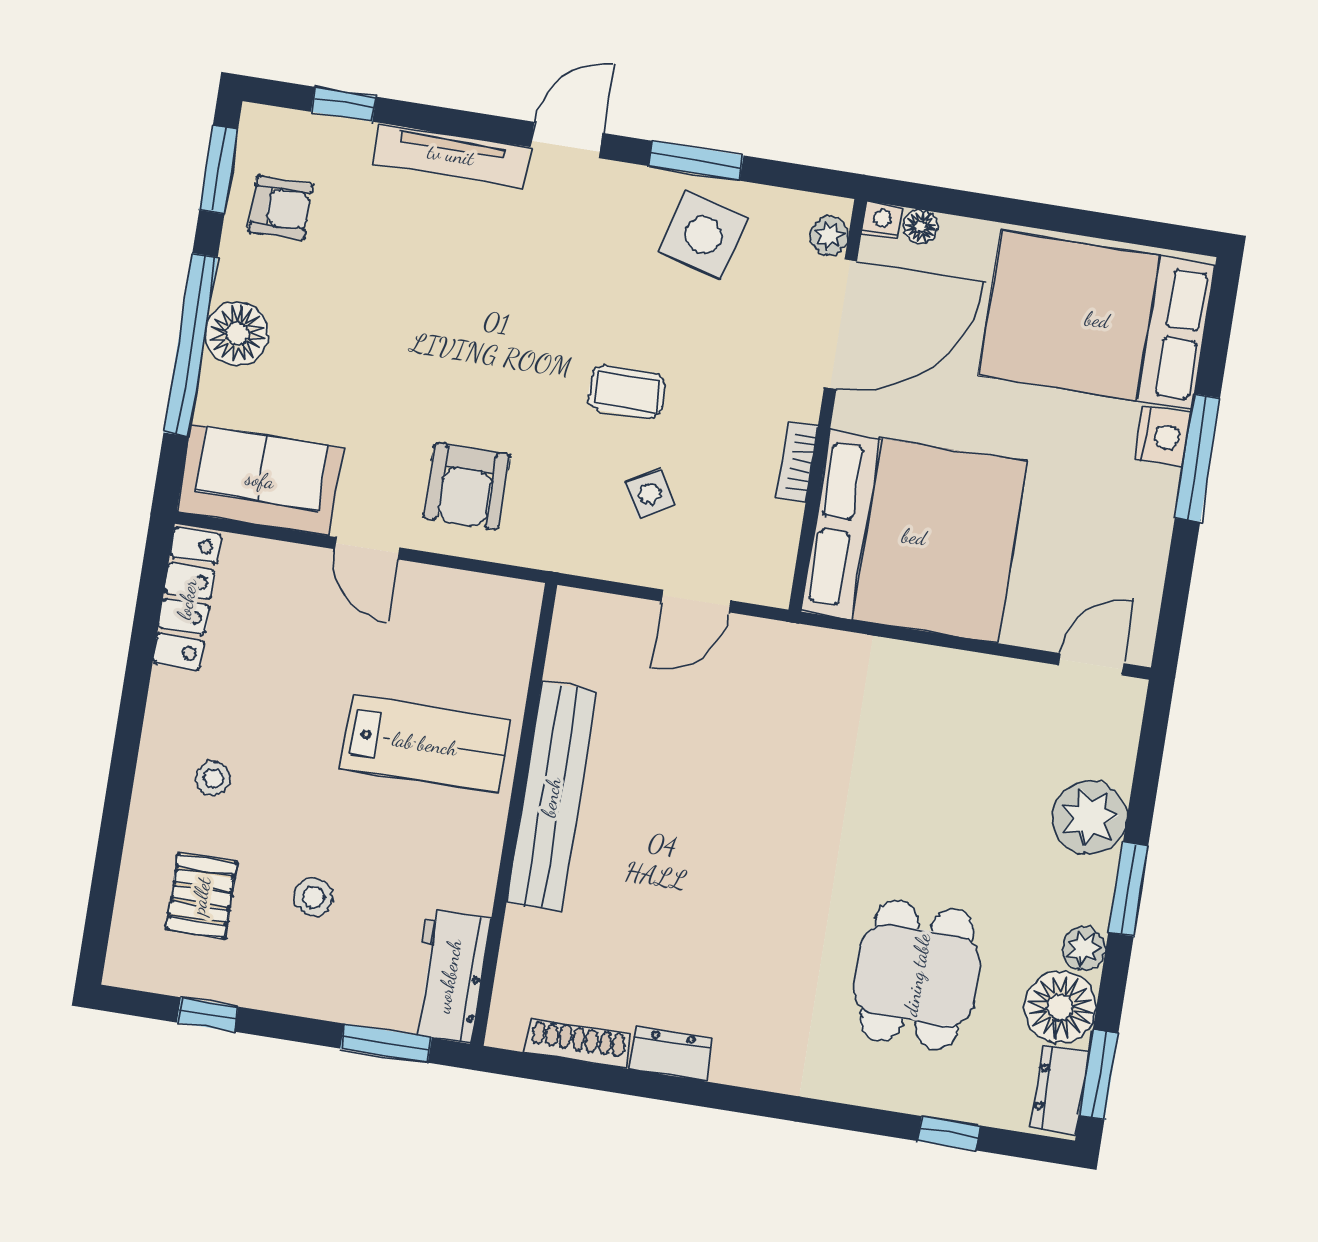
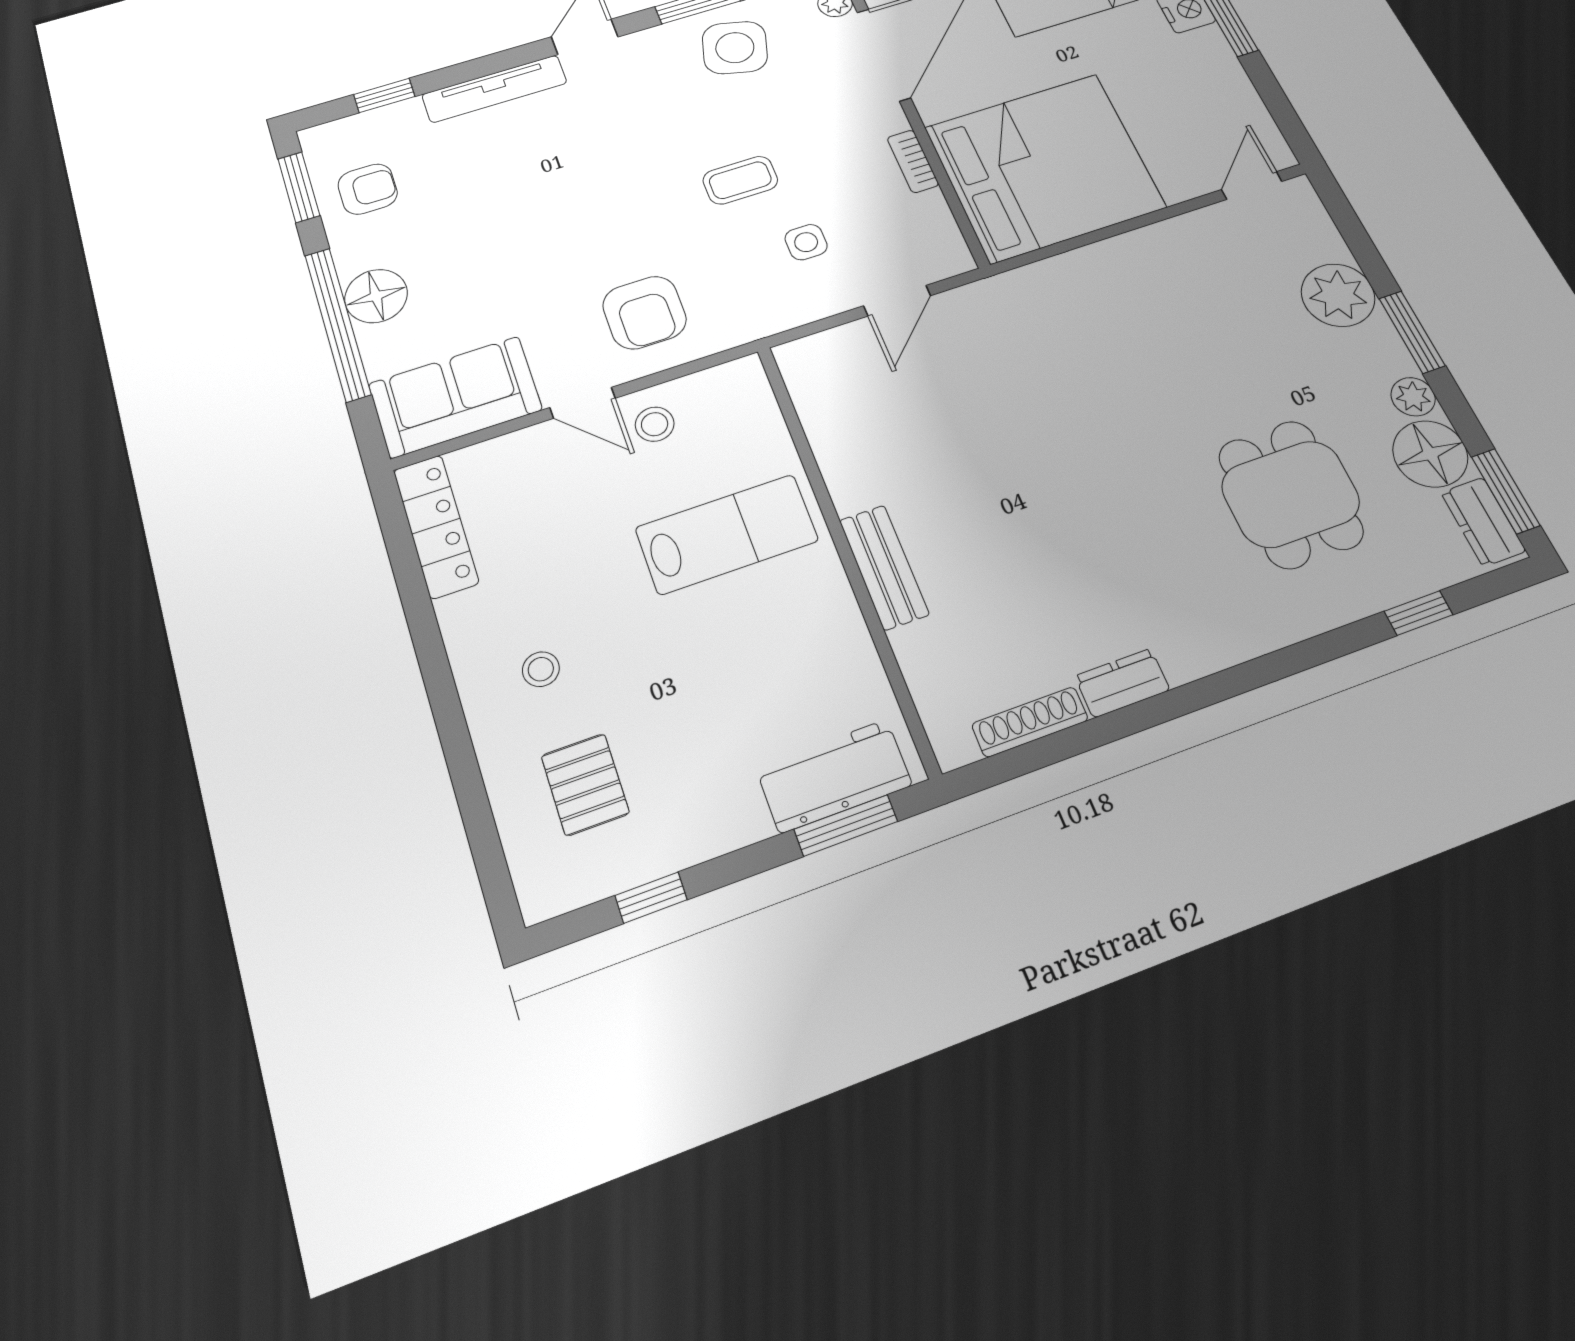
side table: (650, 494) -> (806, 242), turned 30
bench: (551, 797) -> (884, 567), width x0.54, depth x0.82
stool: (314, 897) -> (655, 424), moved
workbench: (449, 976) -> (834, 776), moved, turned 90

